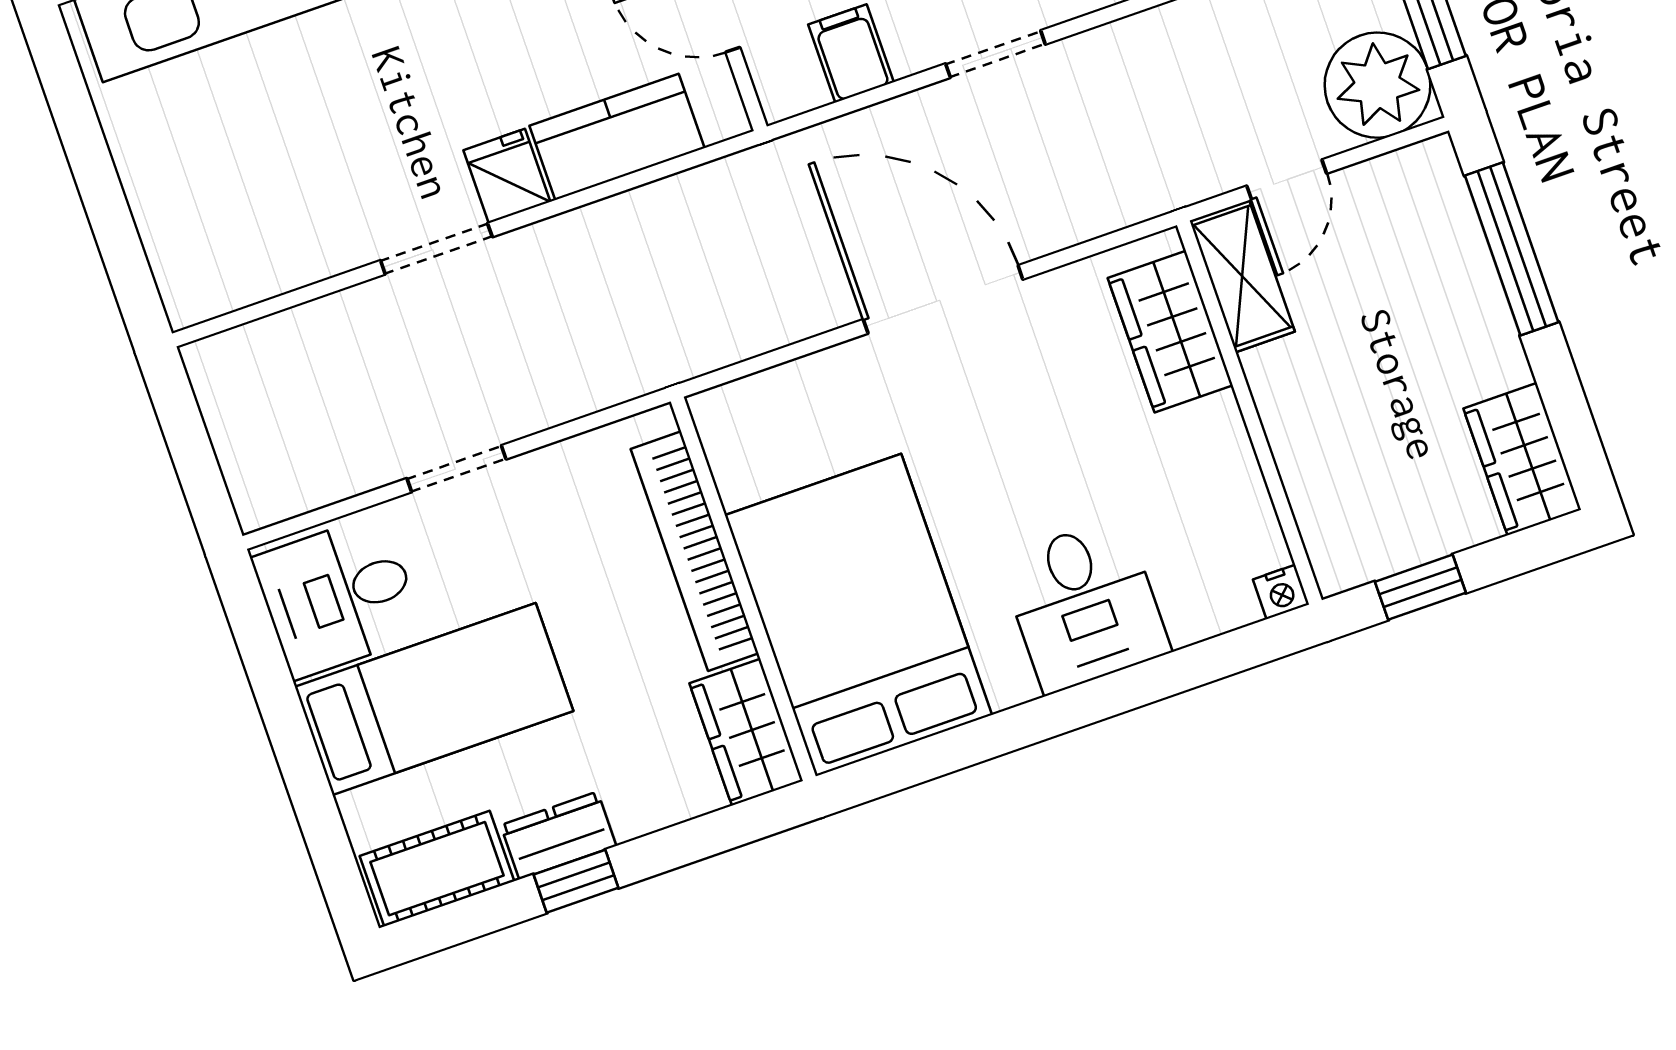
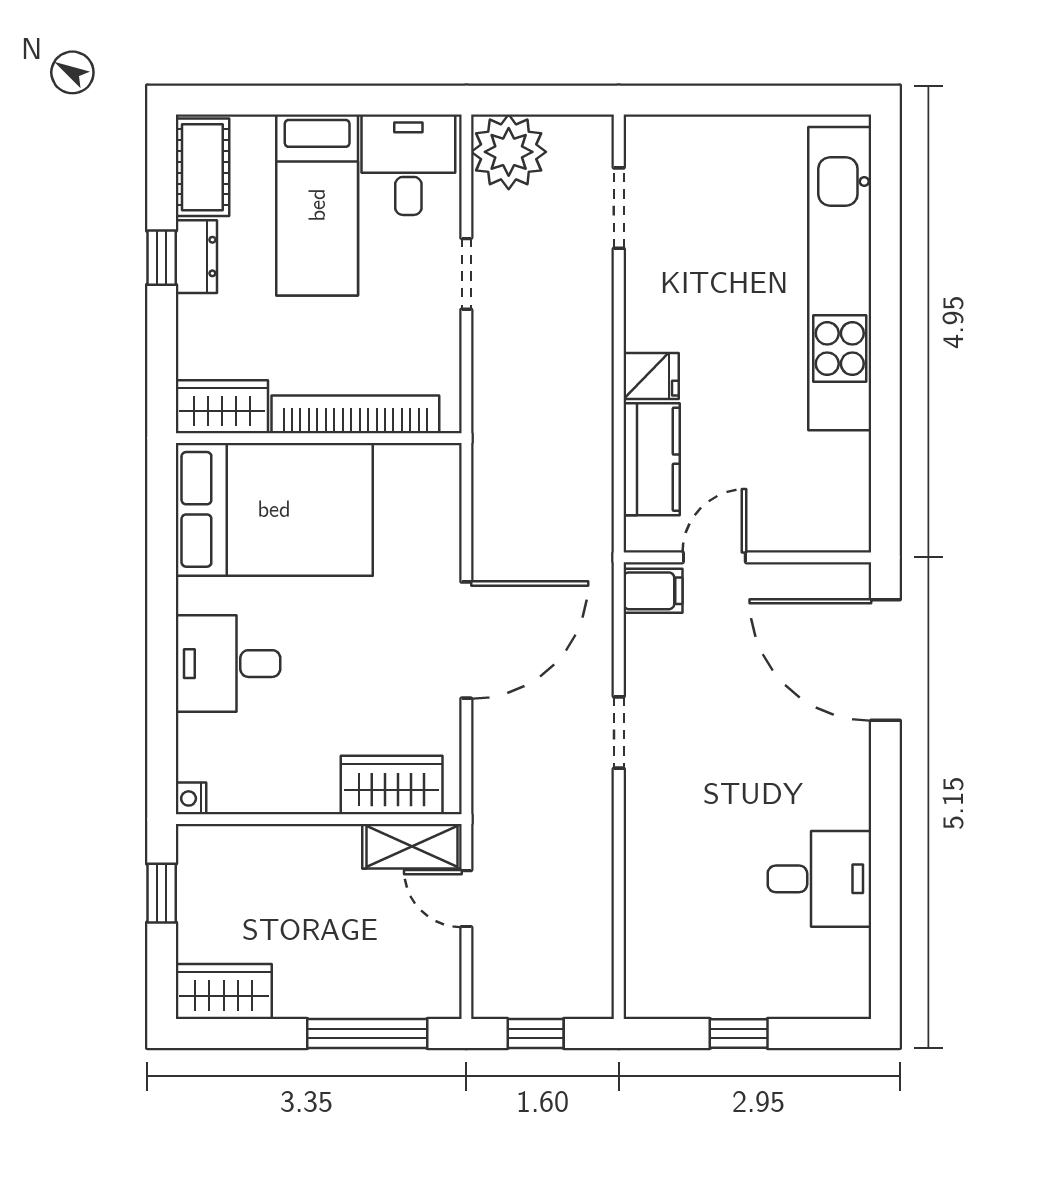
filing cabinet: (851, 53) -> (653, 591), moved
plant: (1378, 85) -> (509, 152), moved
doorway: (436, 249) -> (619, 208), moved

